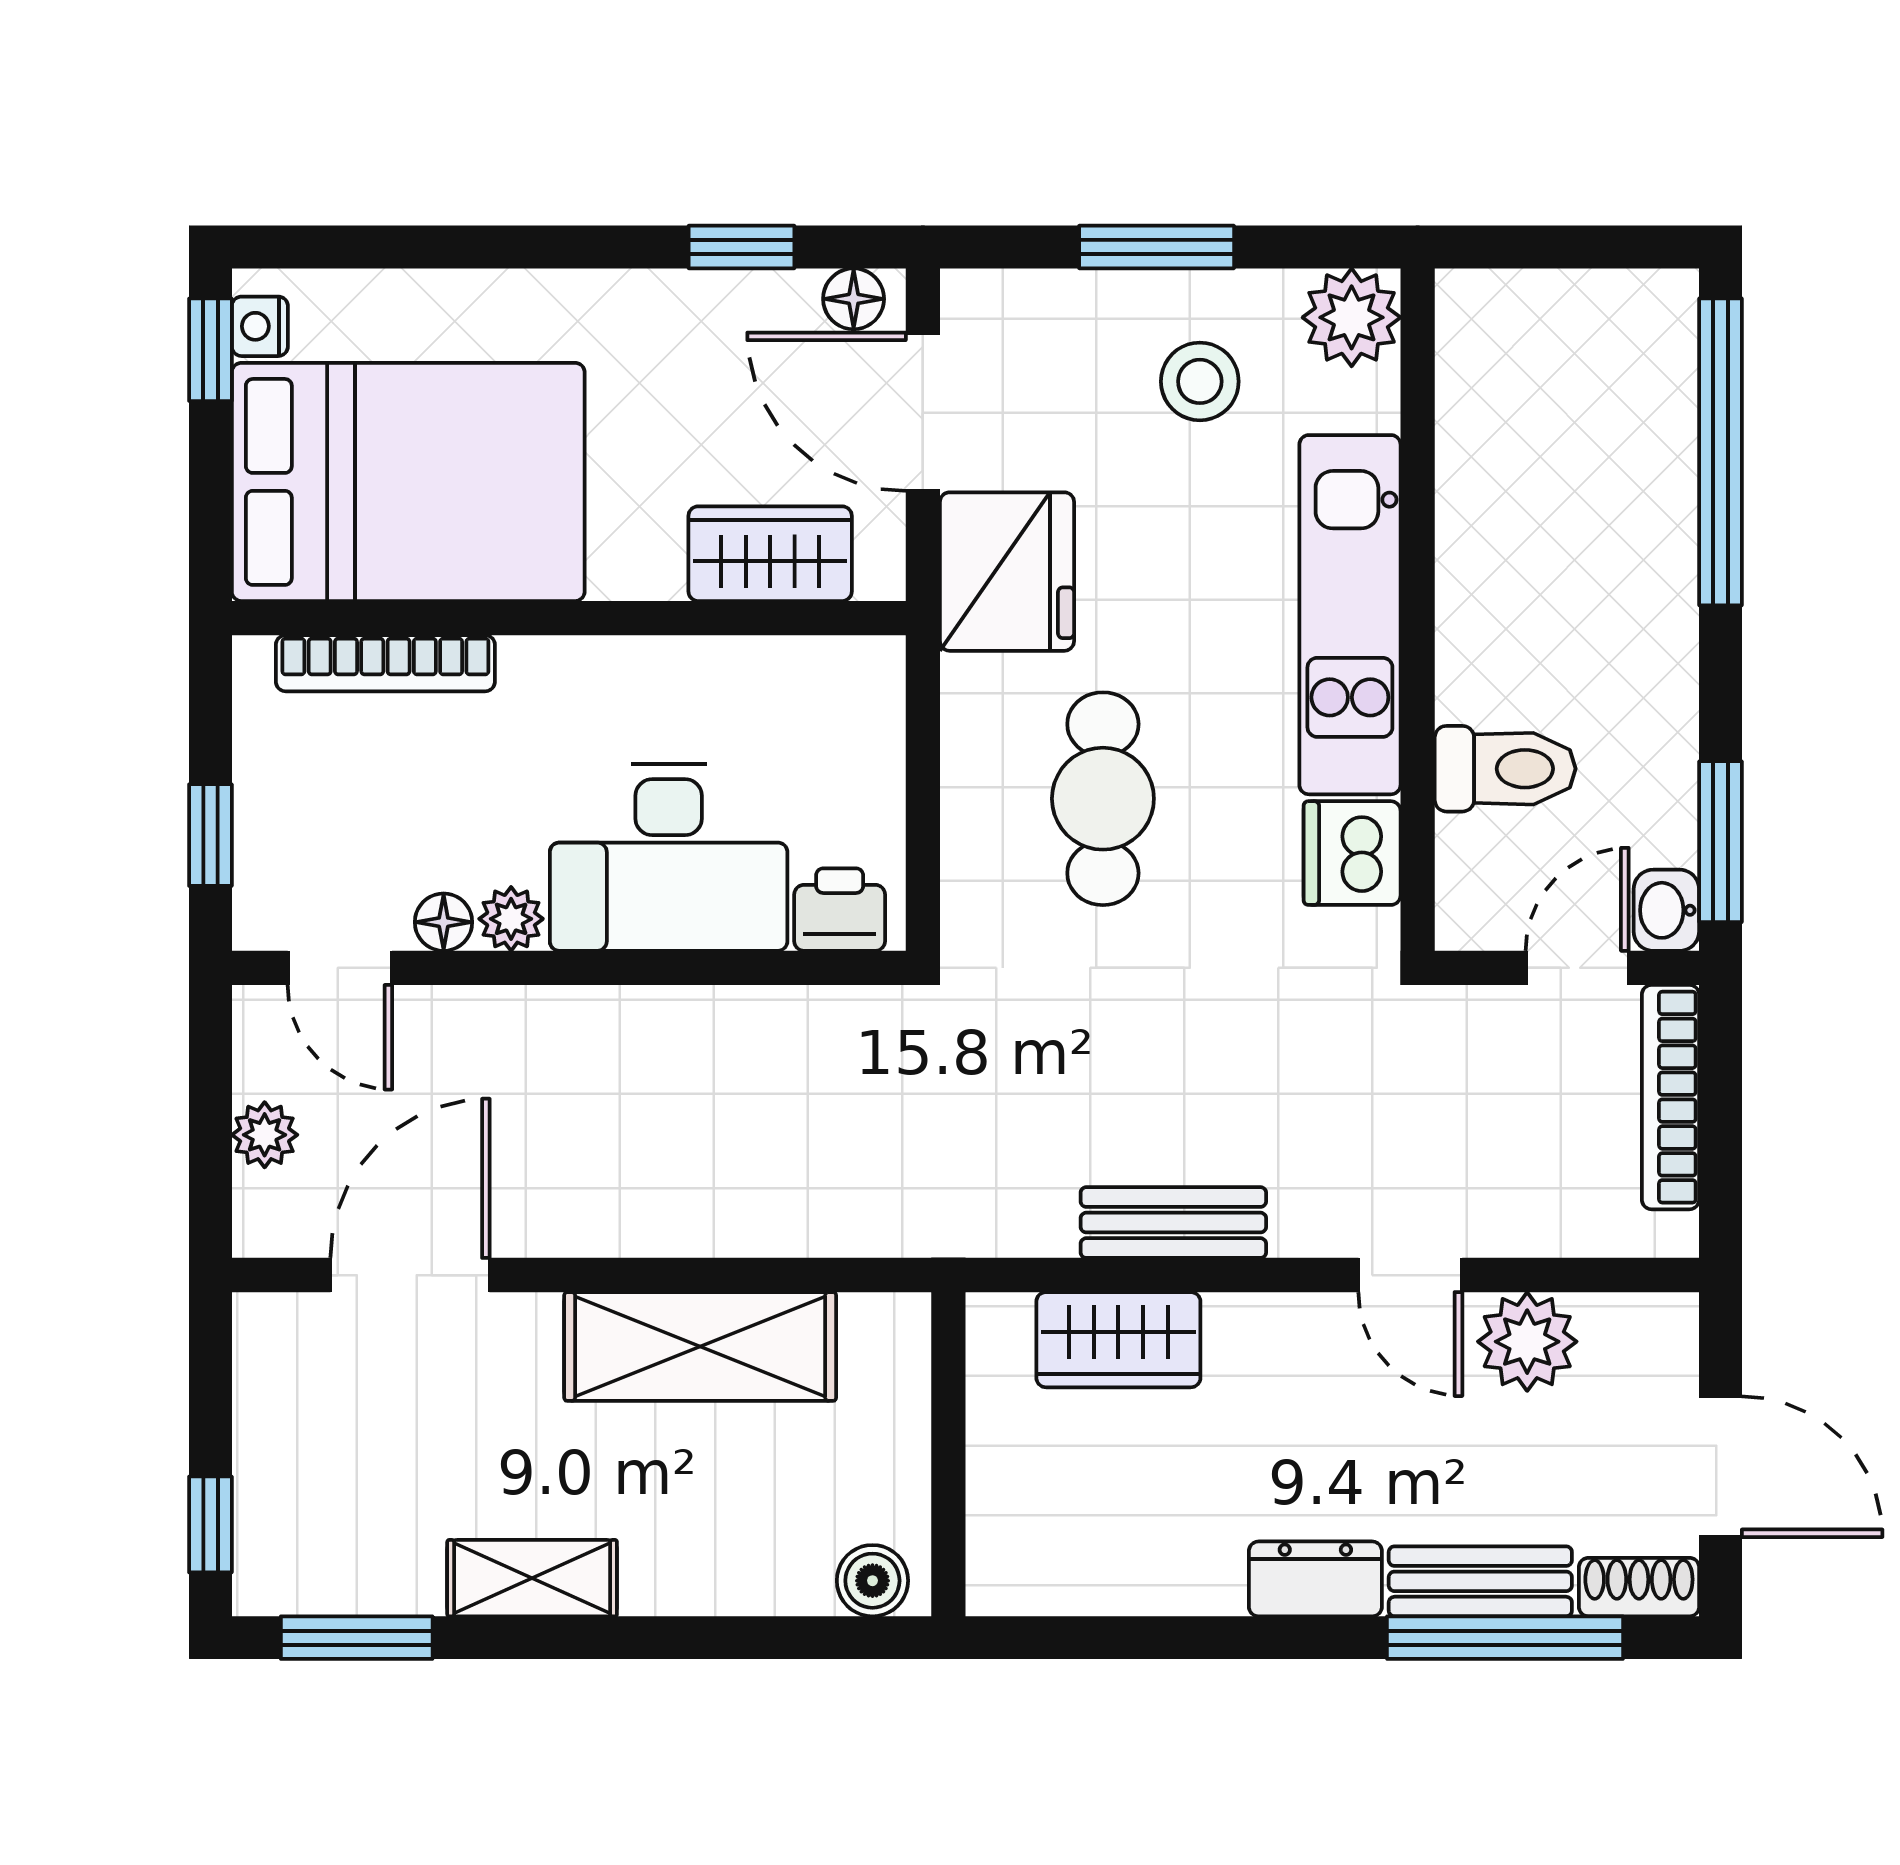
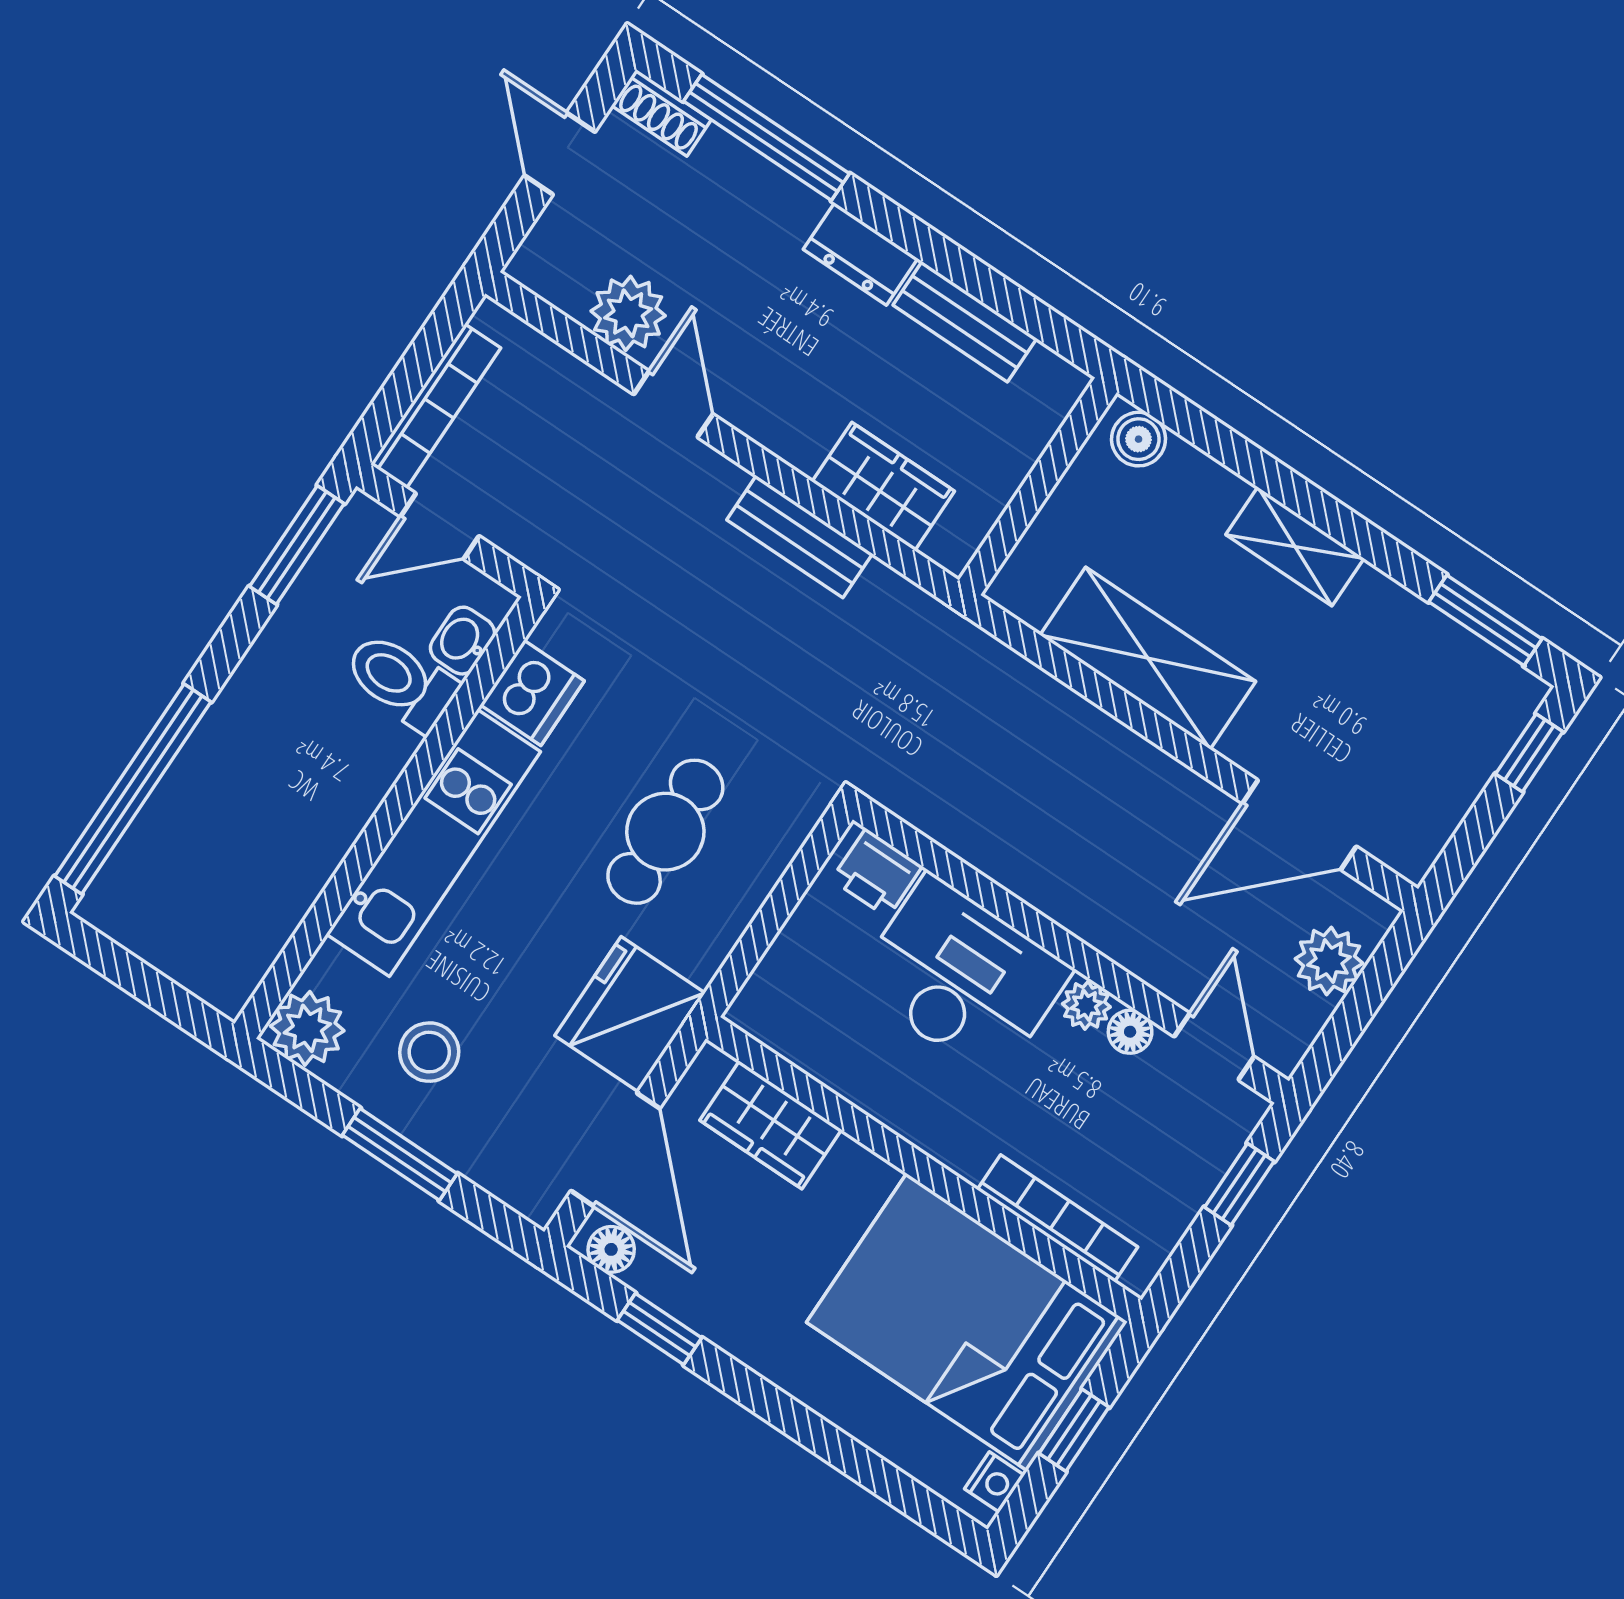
window: (210, 350) -> (1074, 1430), moved
washbasin: (1666, 910) -> (462, 641), moved, turned 180
plant: (265, 1135) -> (1329, 961), width x1.38, depth x1.38
door: (1721, 1467) -> (560, 154), width x0.73
shelving: (532, 1578) -> (1295, 546), moved
bench: (1480, 1581) -> (965, 322), moved

